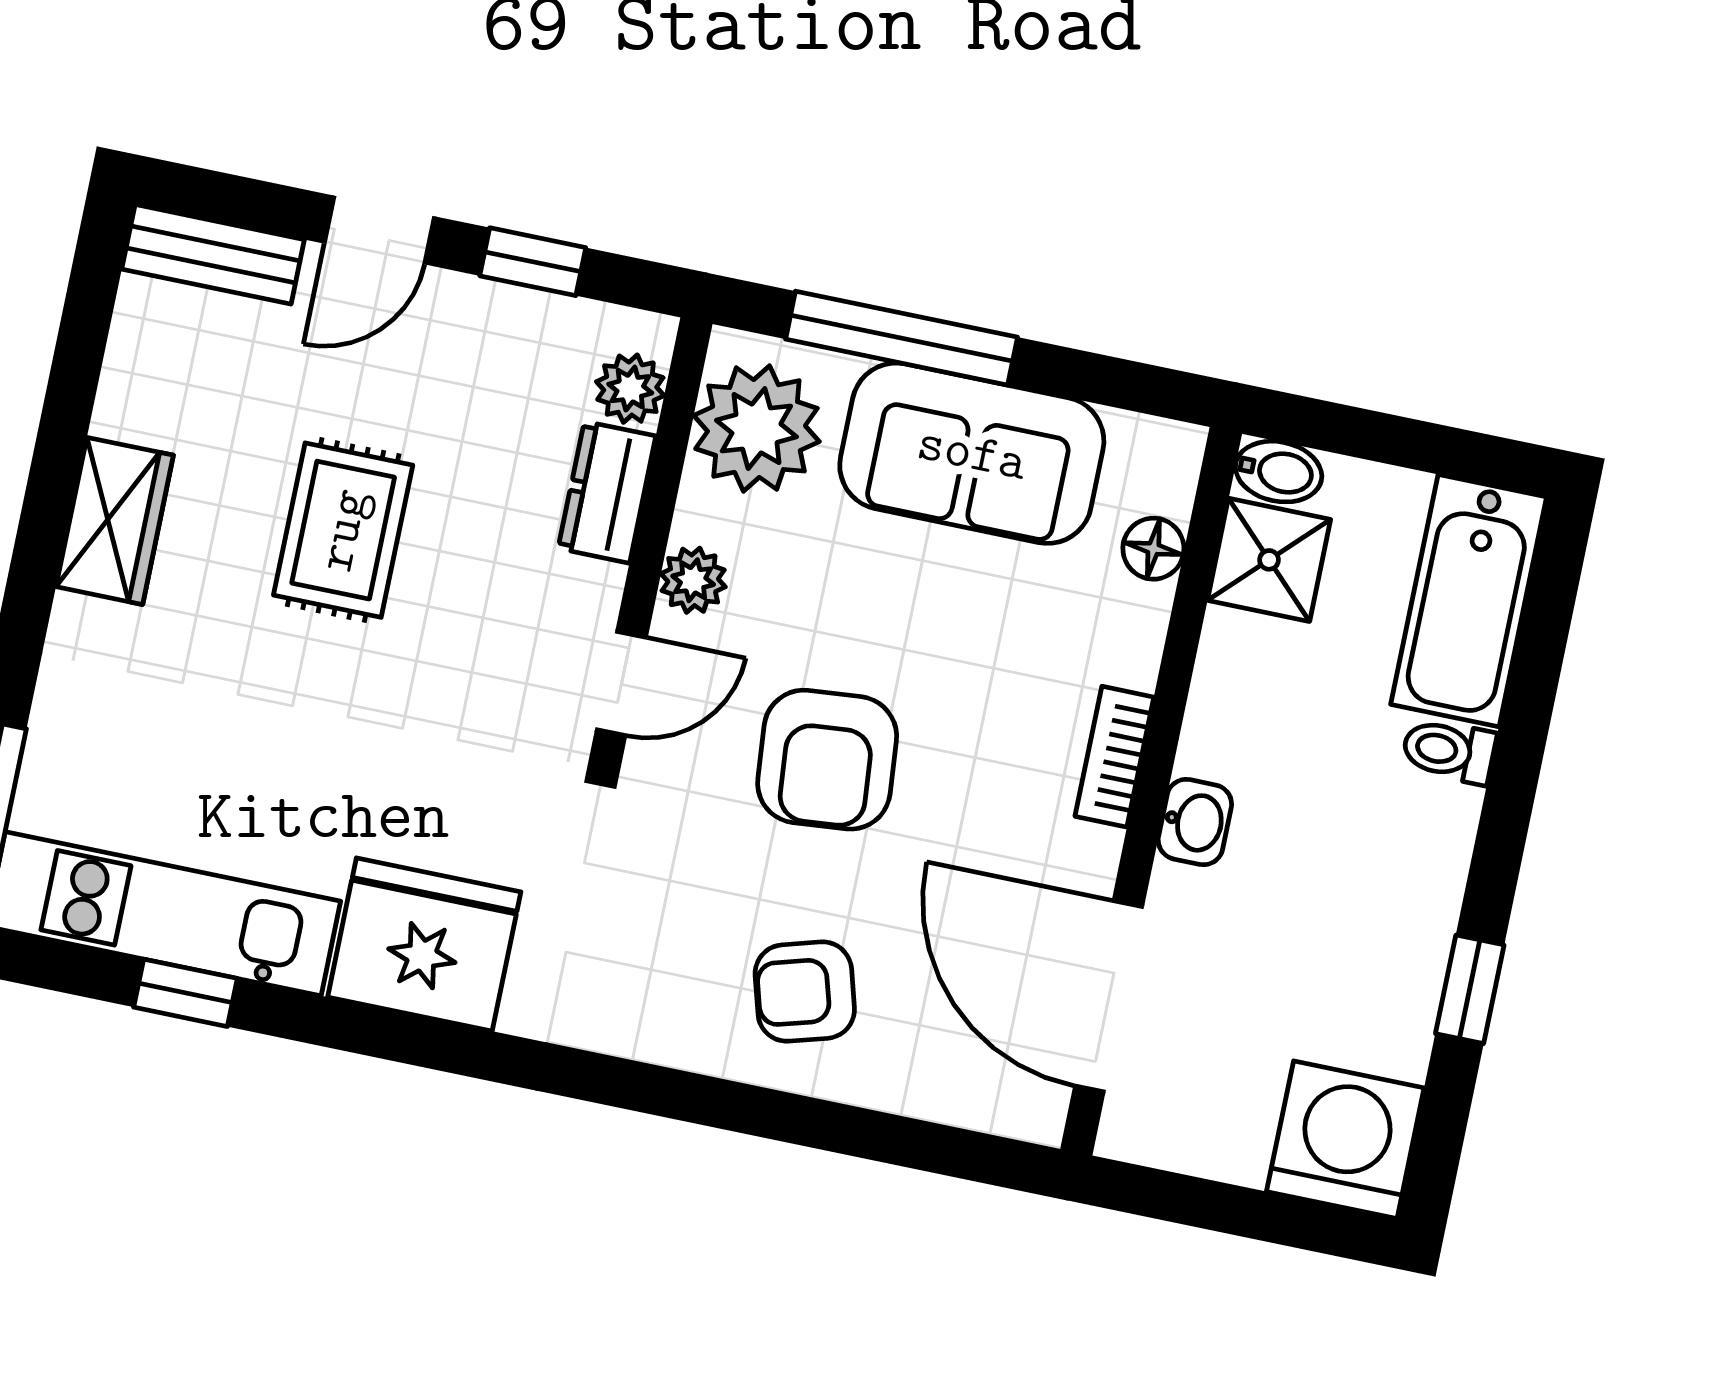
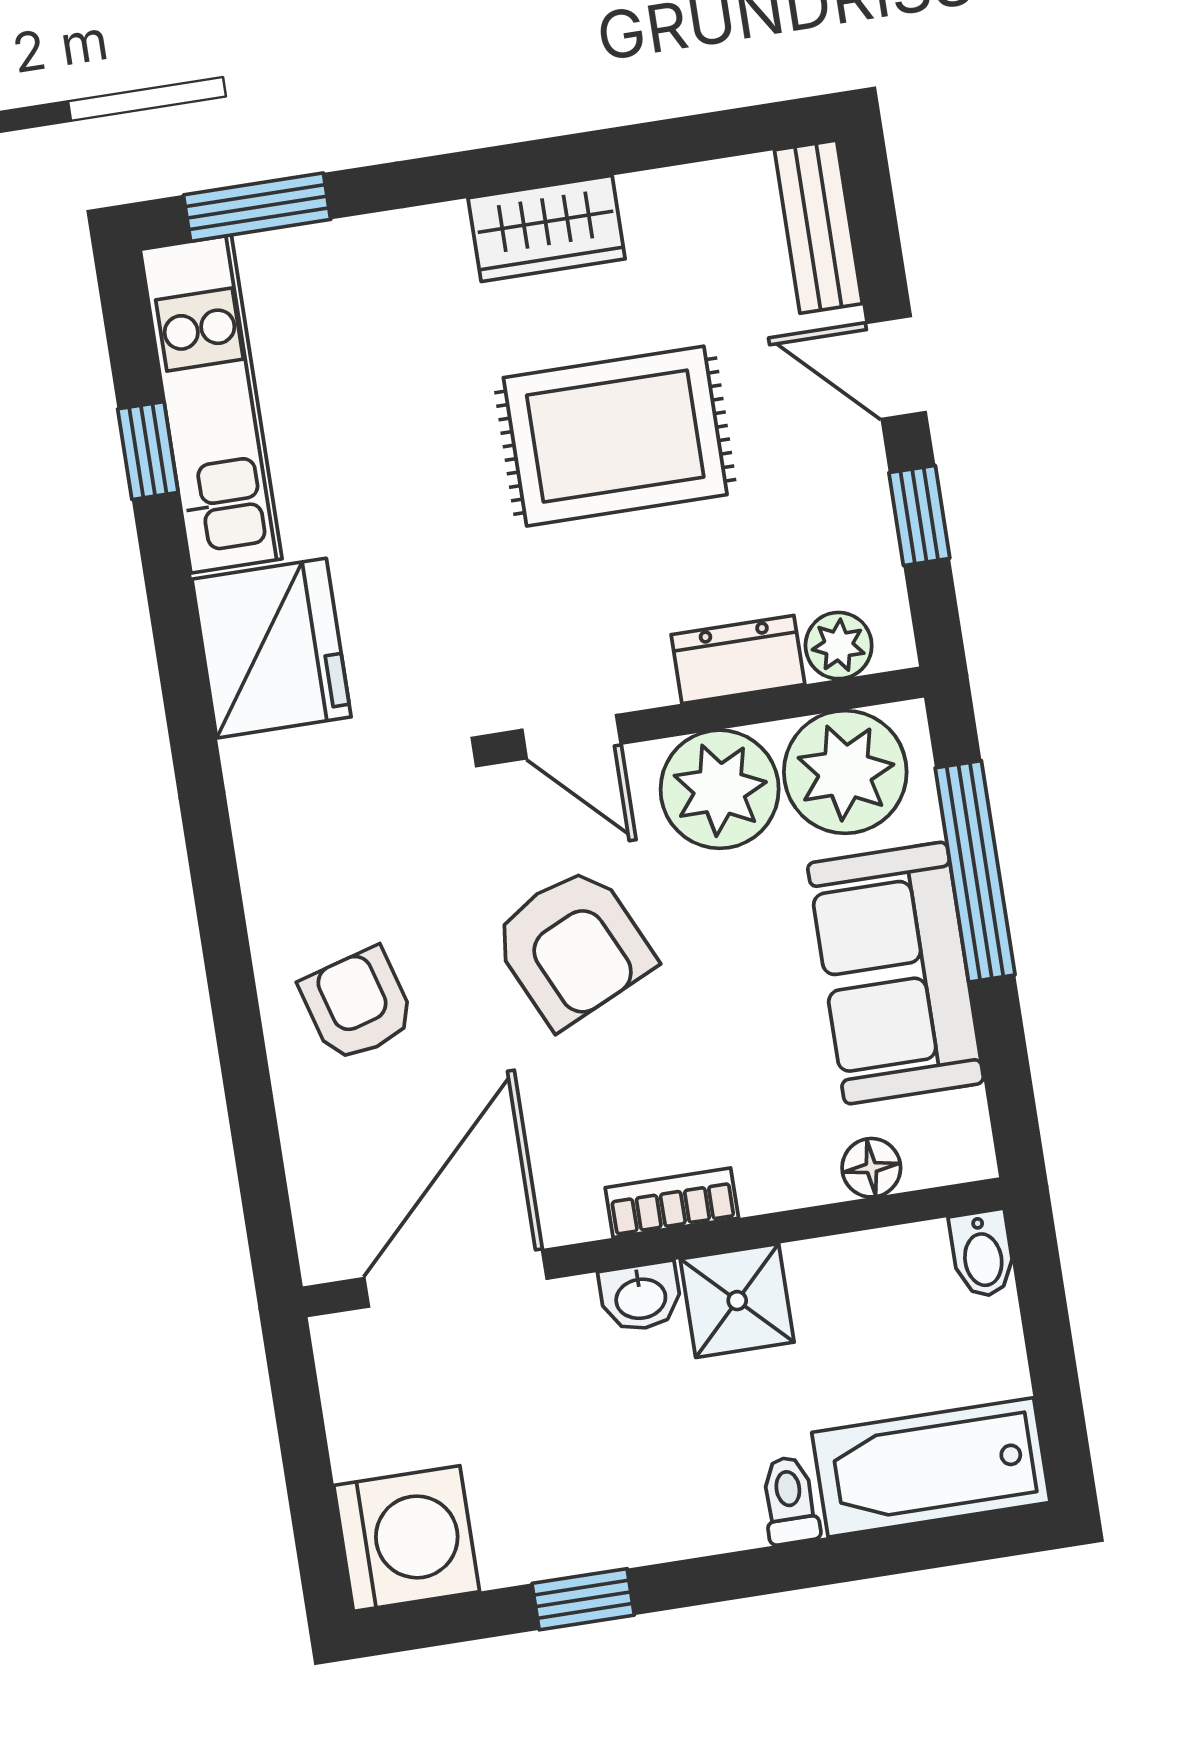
rug: (343, 530) -> (615, 436), width x1.36, depth x1.43
shower: (1269, 560) -> (737, 1301), moved
plant: (693, 580) -> (720, 789), width x1.87, depth x1.87
armchair: (827, 760) -> (573, 947), turned -110

